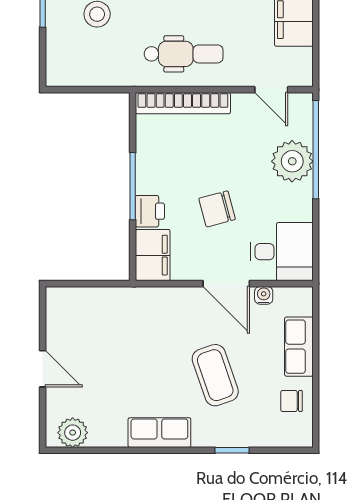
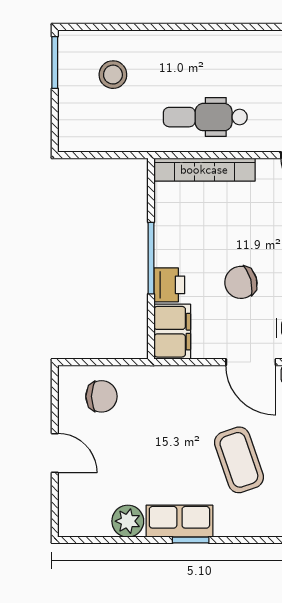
dental chair: (184, 54) -> (205, 117), turned 180
chair: (86, 316) -> (101, 396), added
plant: (73, 433) -> (128, 521), moved
window: (232, 450) -> (191, 540), moved

